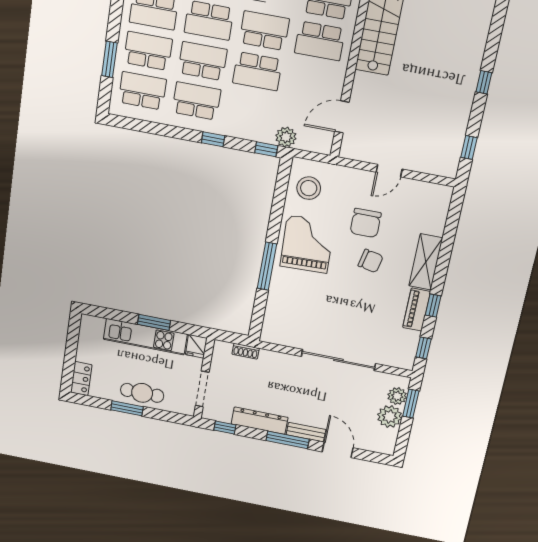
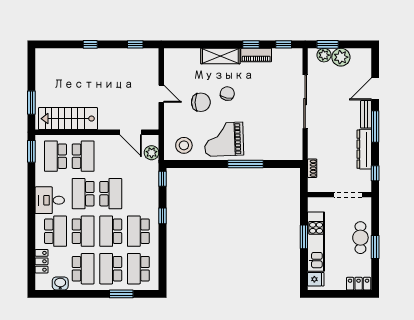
plant: (286, 137) -> (152, 153), moved
fridge: (196, 346) -> (316, 279), moved

